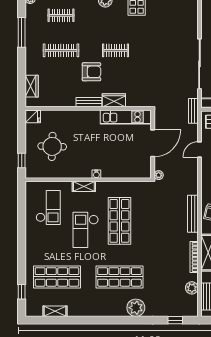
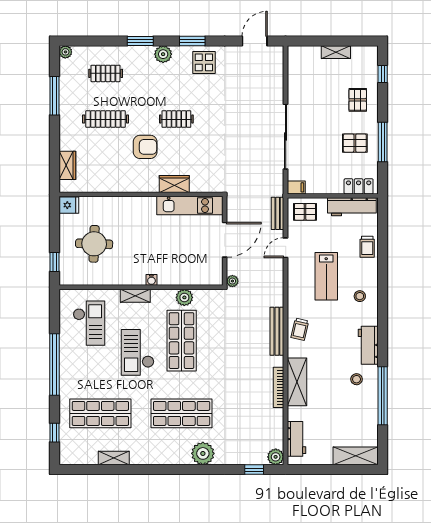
bench: (89, 102) -> (142, 186), removed
bench: (193, 111) -> (278, 213), moved
plant: (122, 188) -> (184, 297), added
window: (22, 239) -> (55, 364), added
plant: (192, 288) -> (276, 457), moved
shelving: (55, 311) -> (114, 458), moved

